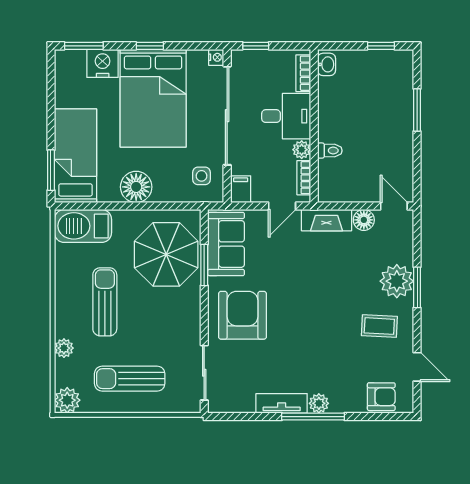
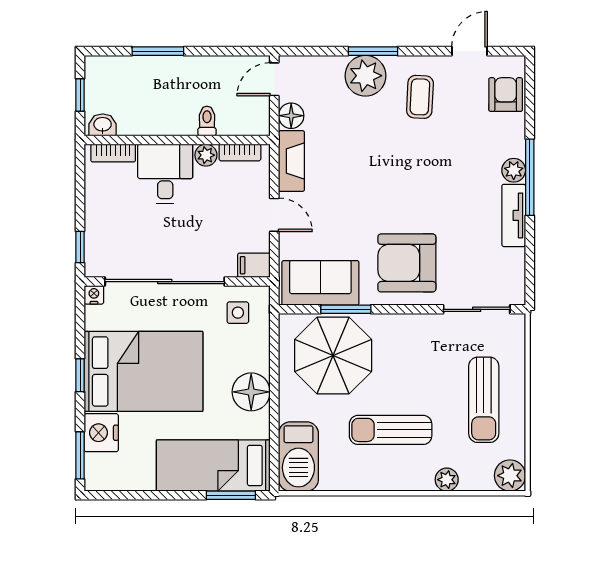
washbasin: (327, 64) -> (103, 125), moved
bookcase: (303, 73) -> (113, 153), moved
desk: (286, 116) -> (165, 174), moved
wall: (314, 126) -> (177, 140), moved
plant: (302, 150) -> (206, 155), moved
toilet: (330, 151) -> (207, 121), moved
bookcase: (304, 178) -> (240, 152), moved

